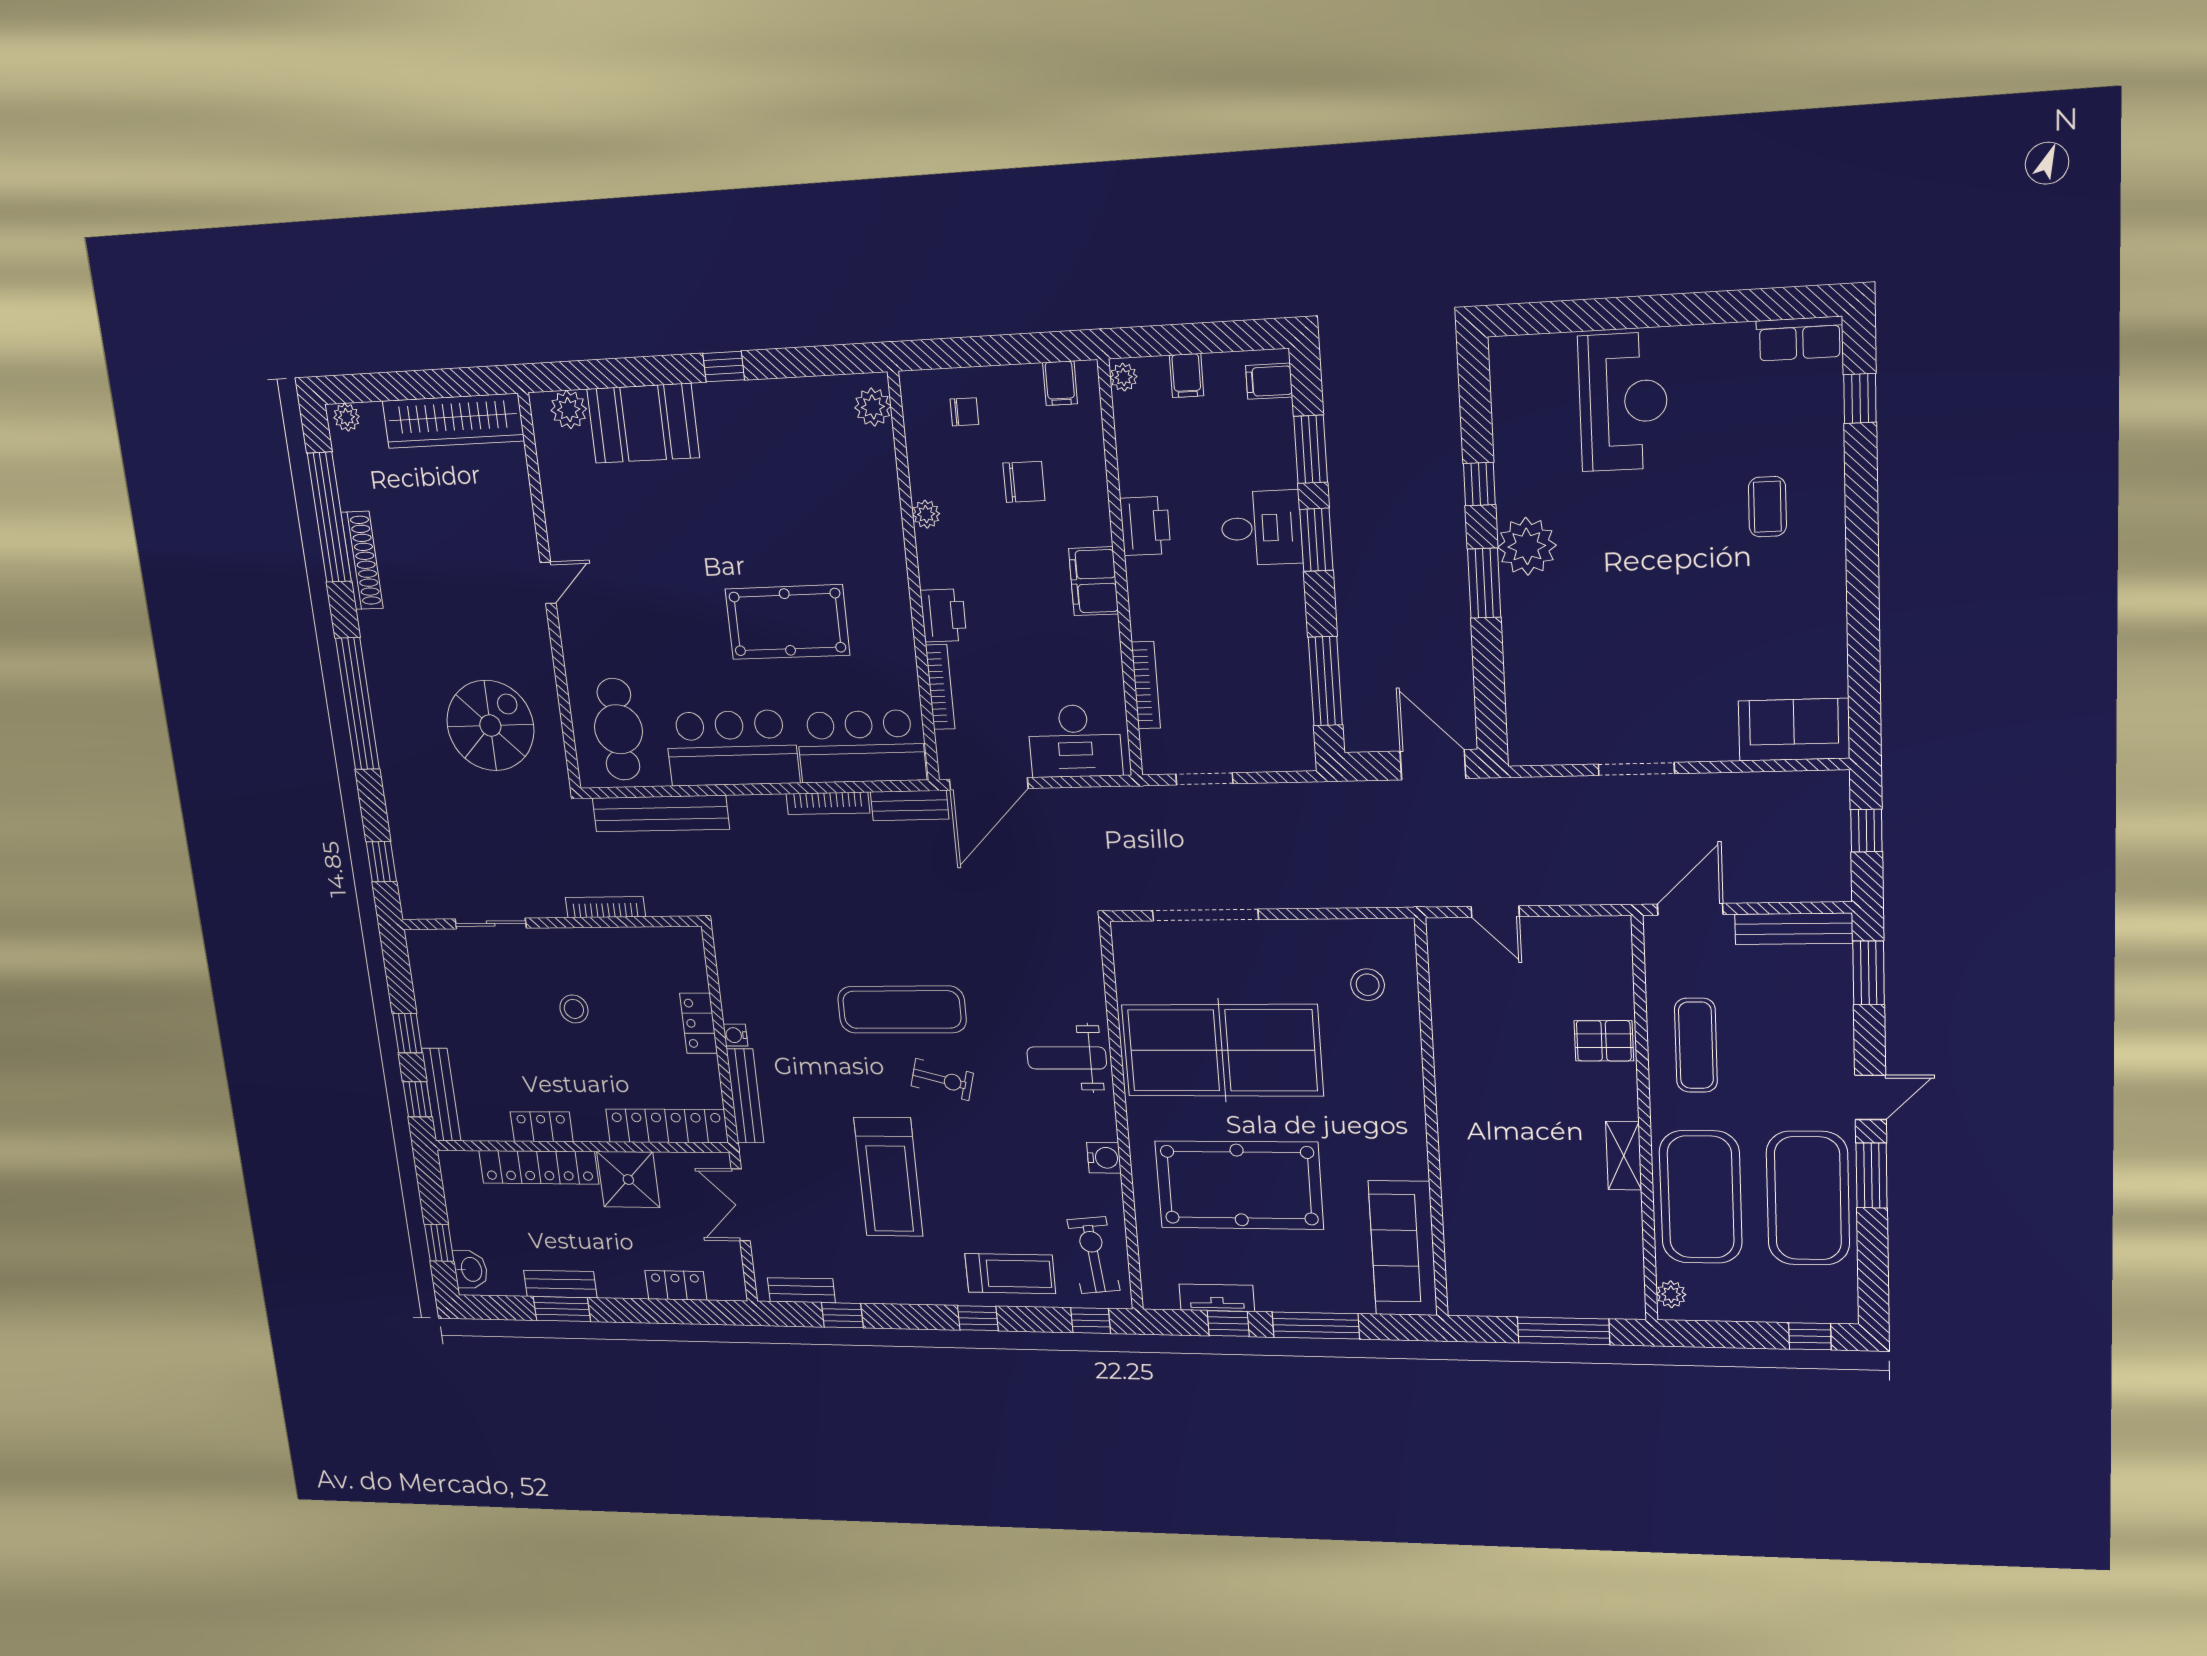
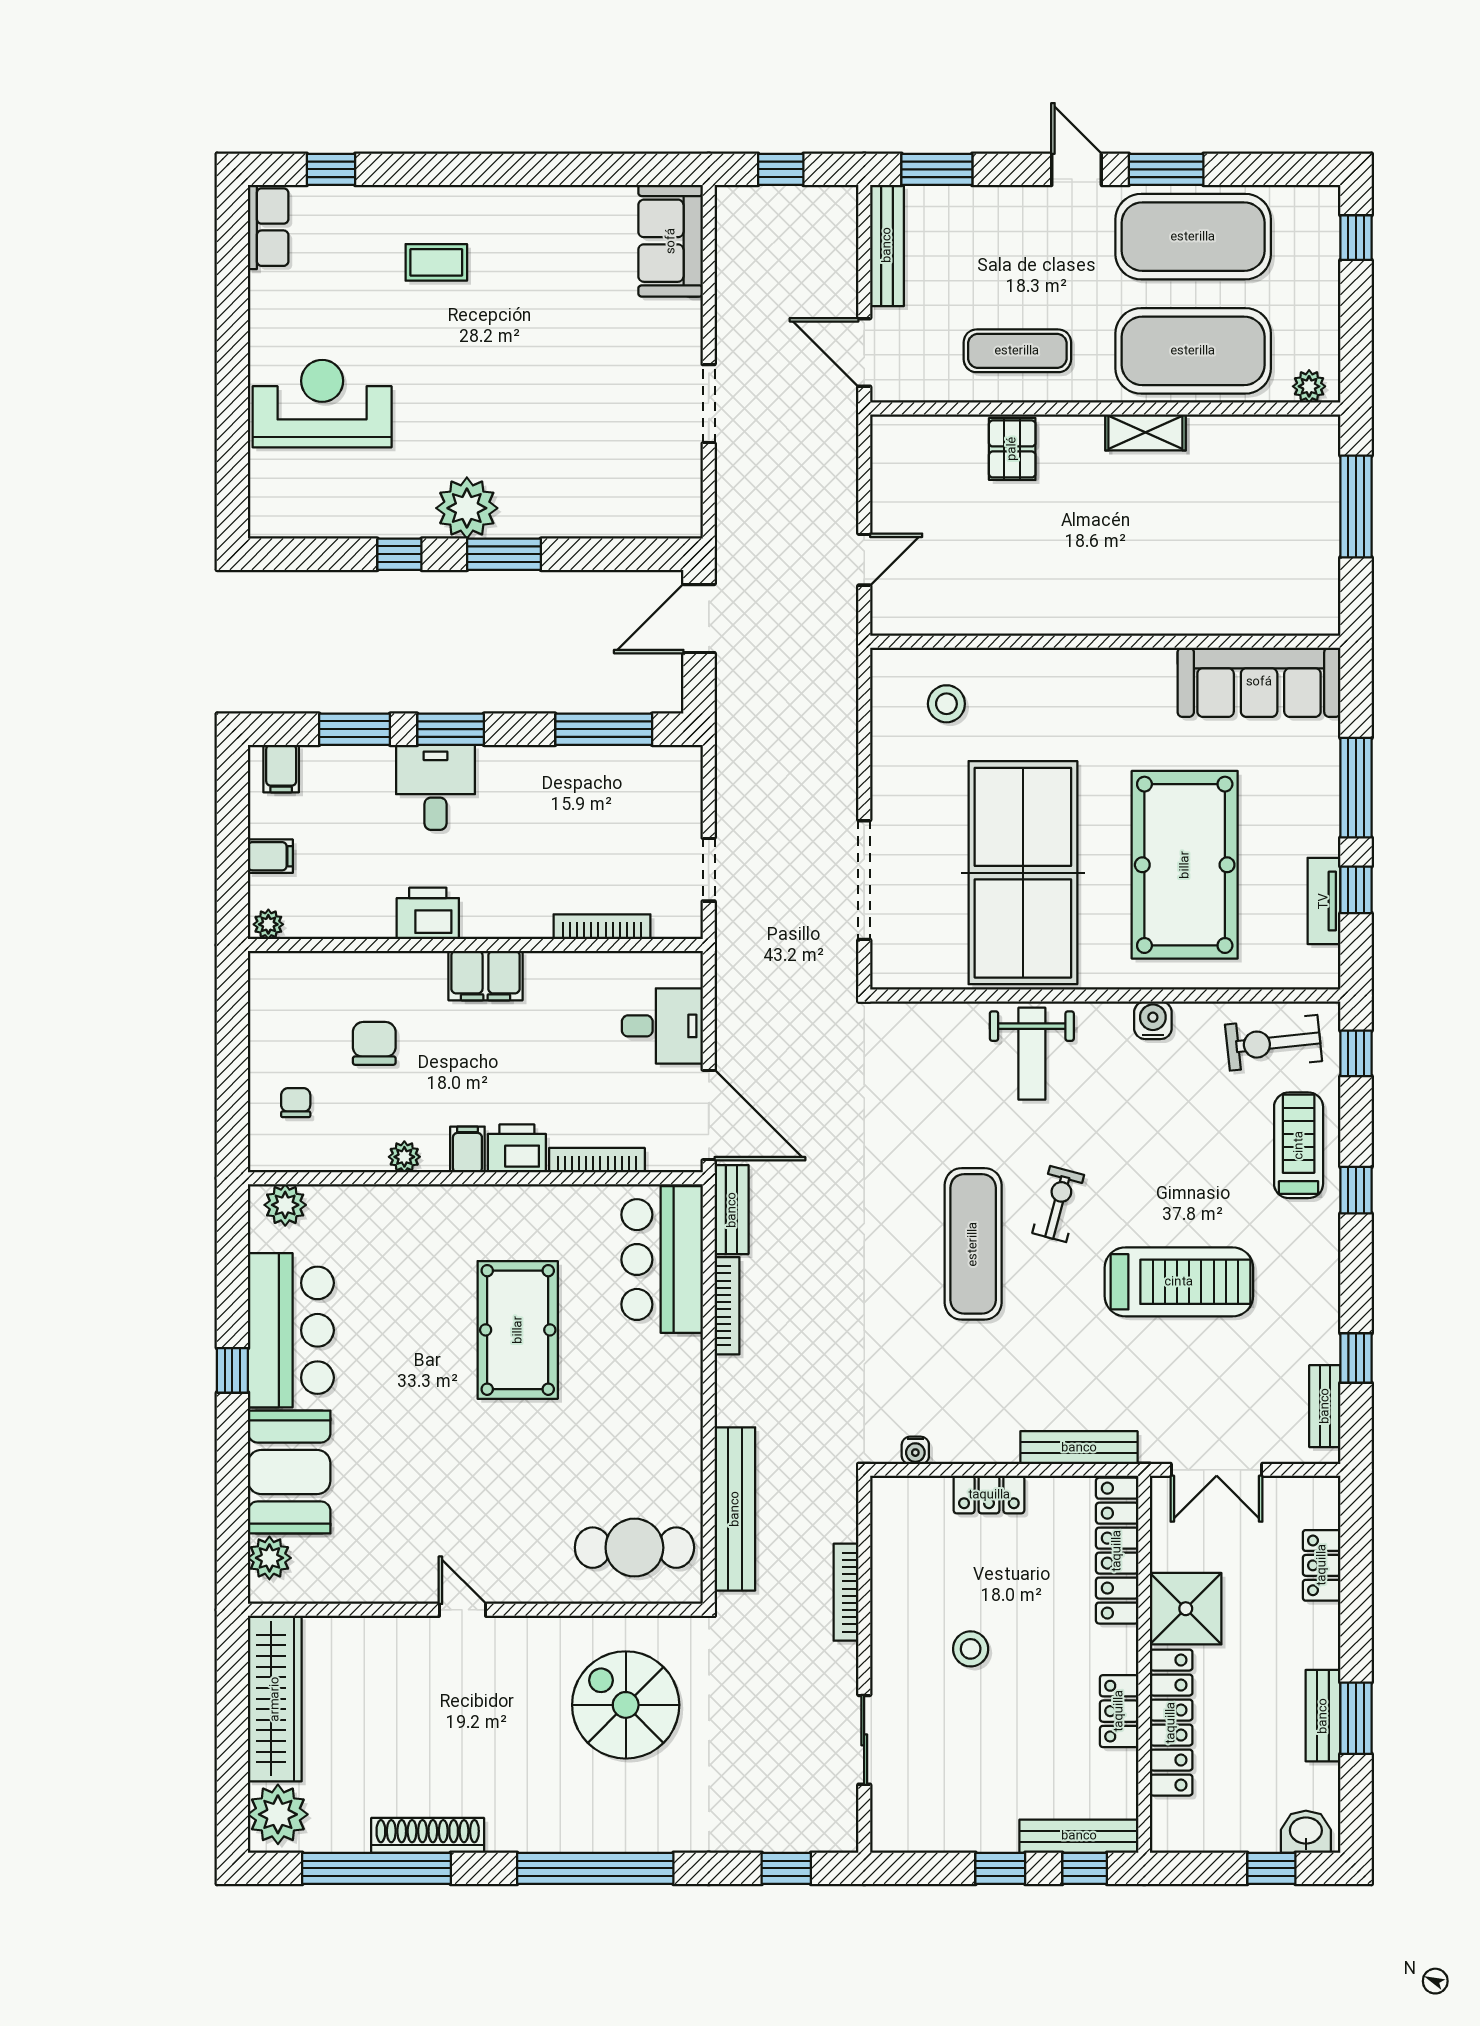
filing cabinet: (1060, 383) -> (467, 1149), moved, turned -90
plant: (347, 417) -> (278, 1814), width x1.87, depth x1.87
desk: (1075, 741) -> (662, 1026), width x0.73
bar counter: (732, 748) -> (291, 1330), moved, turned 180
water cooler: (735, 1035) -> (915, 1450), moved

